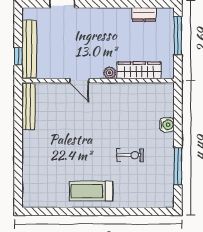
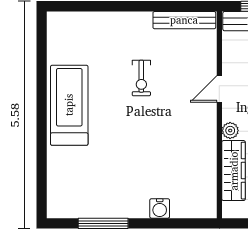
exercise bike: (130, 155) -> (141, 78), moved
treadmill: (91, 191) -> (69, 105), width x1.37, depth x1.38

